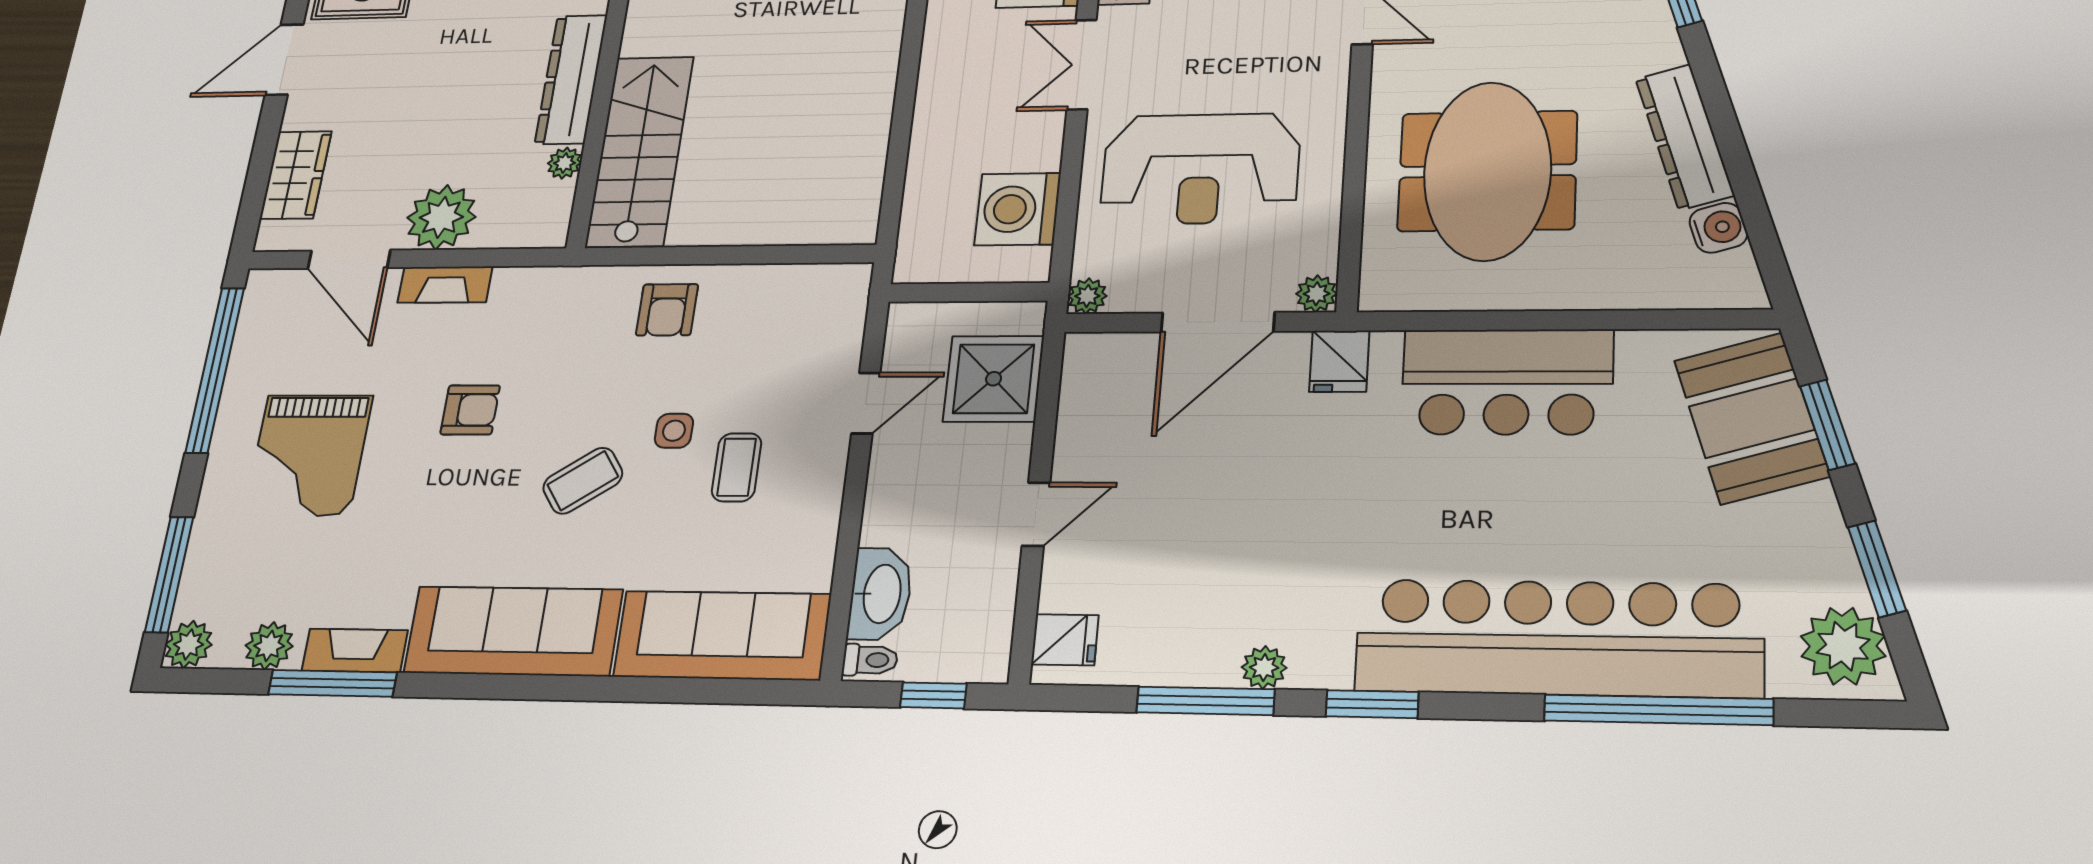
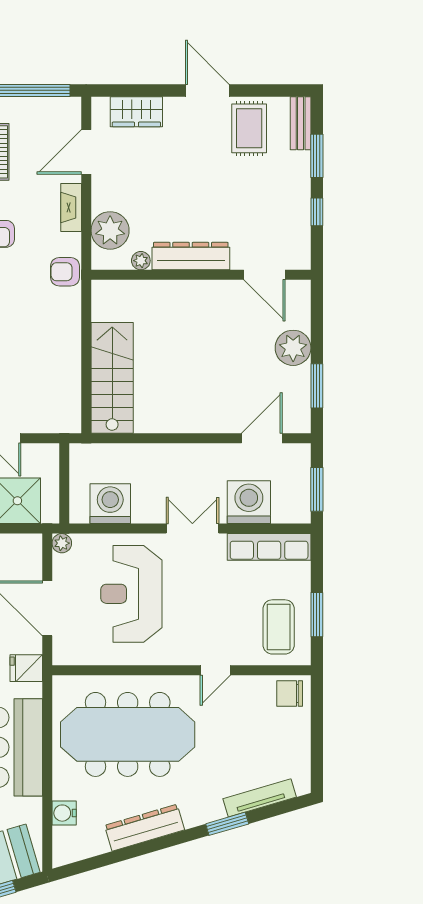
stairs: (640, 151) -> (112, 378), moved, turned -90
meeting table: (1487, 171) -> (128, 734), width x1.36
plant: (441, 217) -> (110, 230), moved
water cooler: (1718, 228) -> (64, 813), moved, turned 106
plant: (1317, 294) -> (62, 655), removed
armchair: (667, 310) -> (65, 272), moved

